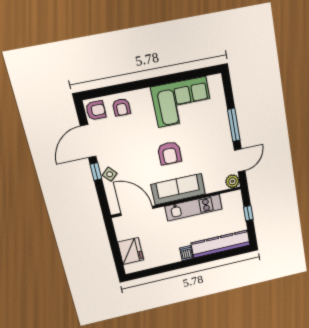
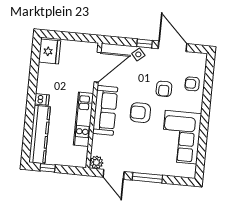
armchair: (96, 110) -> (164, 89), moved
window: (248, 213) -> (48, 168), moved
fridge: (131, 251) -> (50, 51), moved, turned -90

